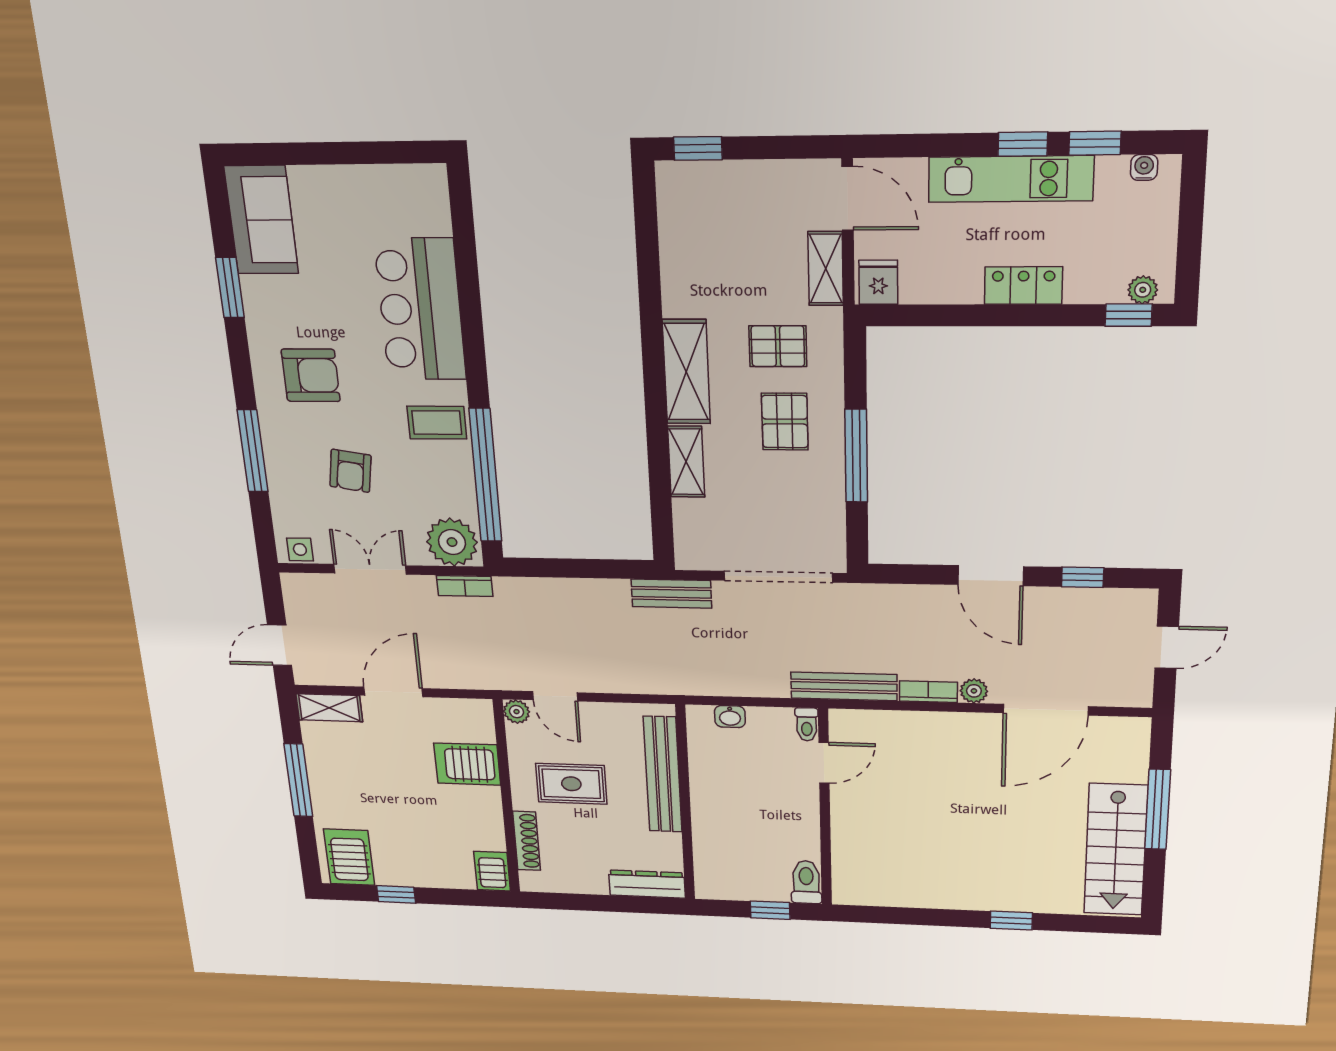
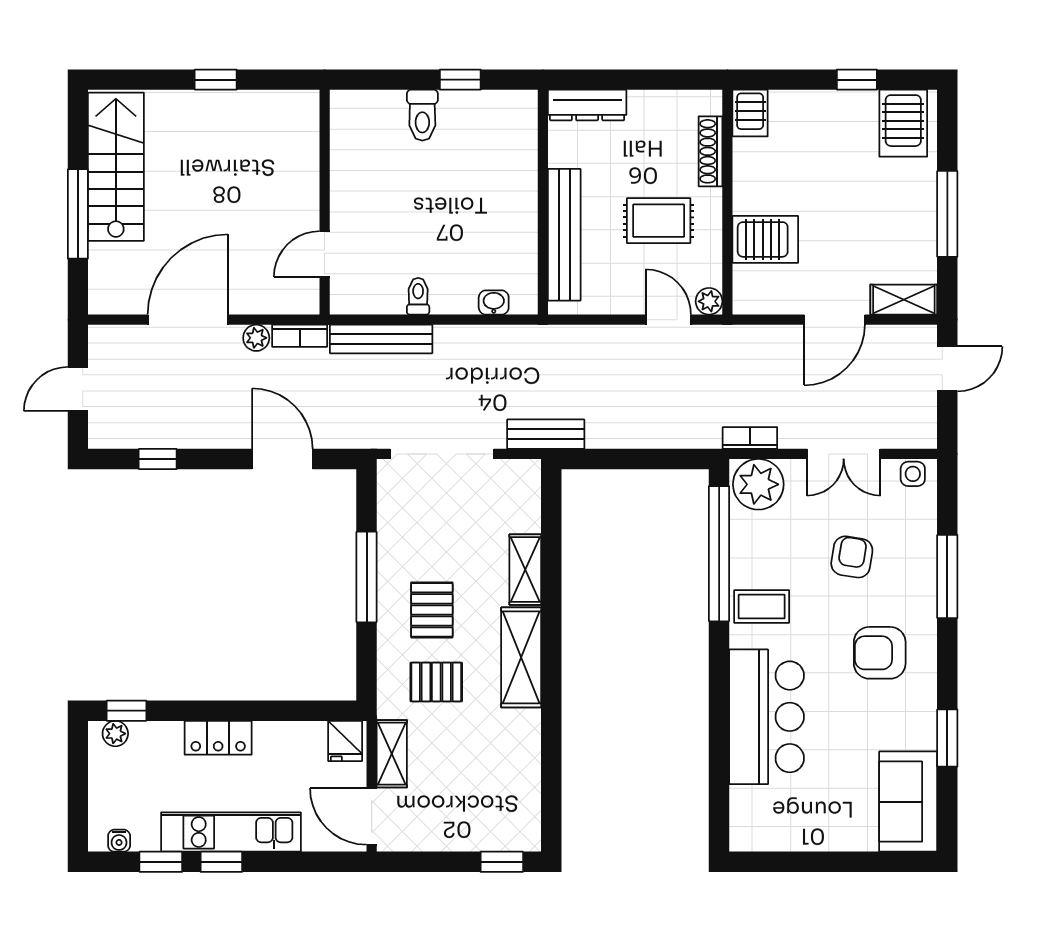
door: (991, 576) -> (282, 459), moved
door: (824, 763) -> (325, 254), moved
wall: (825, 808) -> (325, 202), moved

